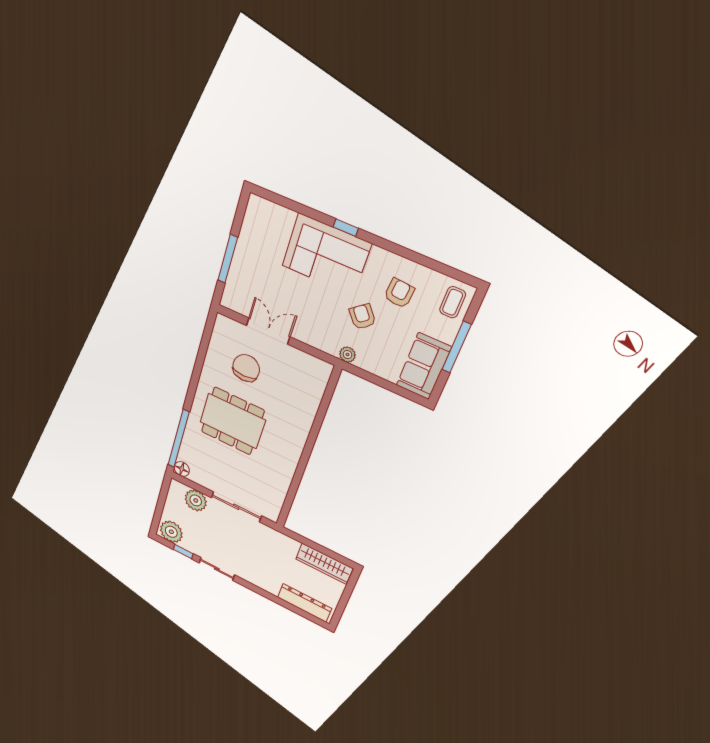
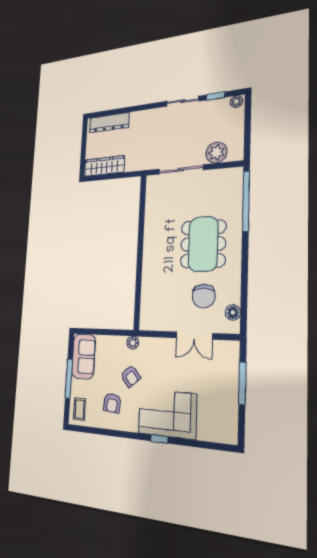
dining table: (232, 421) -> (203, 244), turned 90
floor lamp: (182, 469) -> (233, 312), moved
plant: (171, 532) -> (236, 102), width x0.53, depth x0.53

